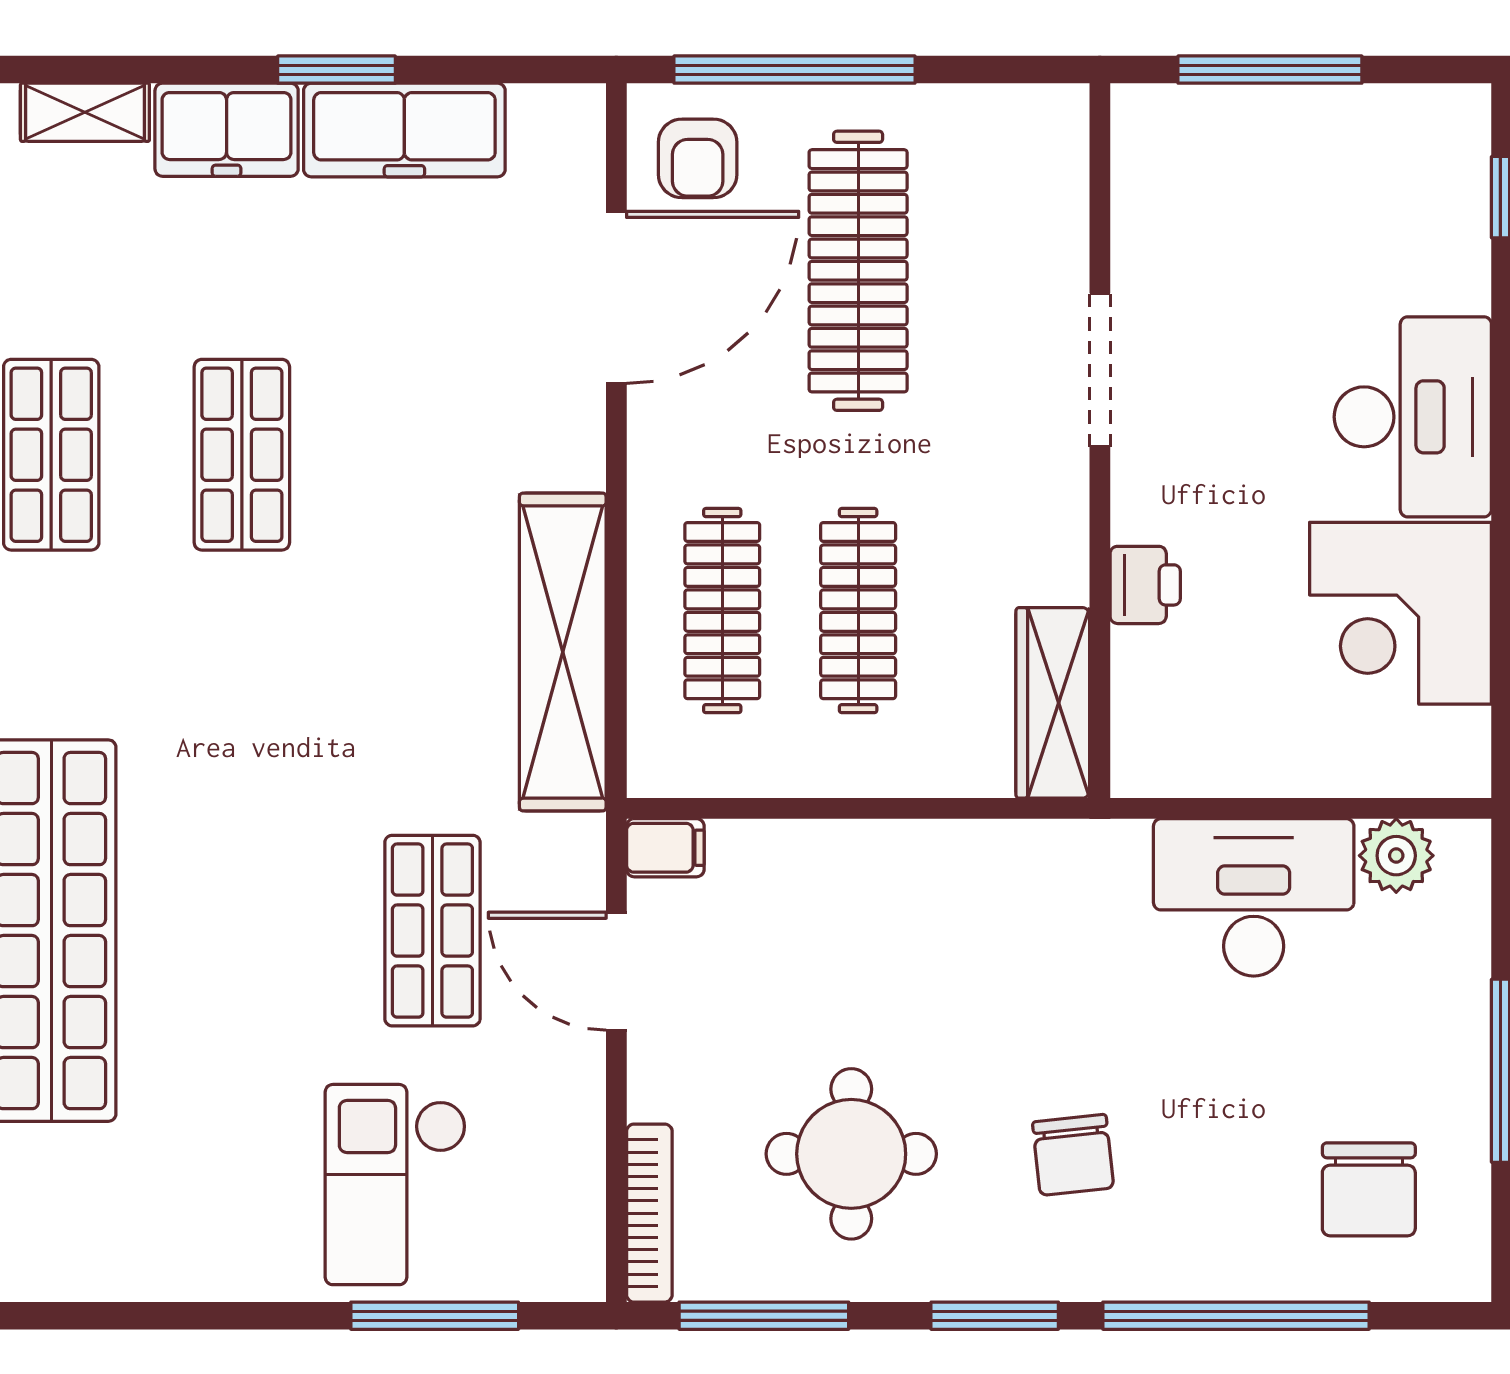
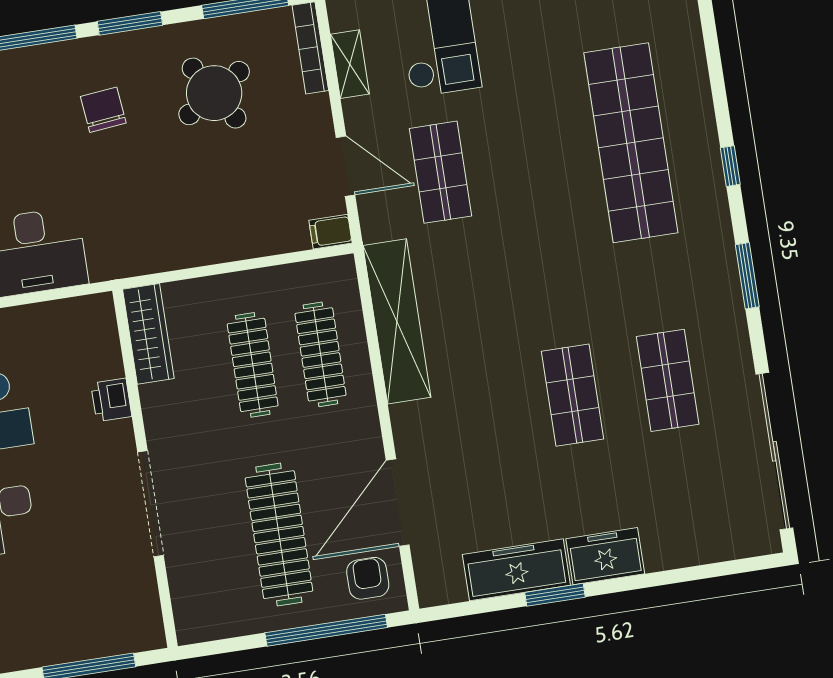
shelving: (85, 112) -> (350, 64), moved, turned 90
doorway: (1100, 370) -> (151, 504), width x1.36
round table: (851, 1154) -> (214, 93), turned -32

